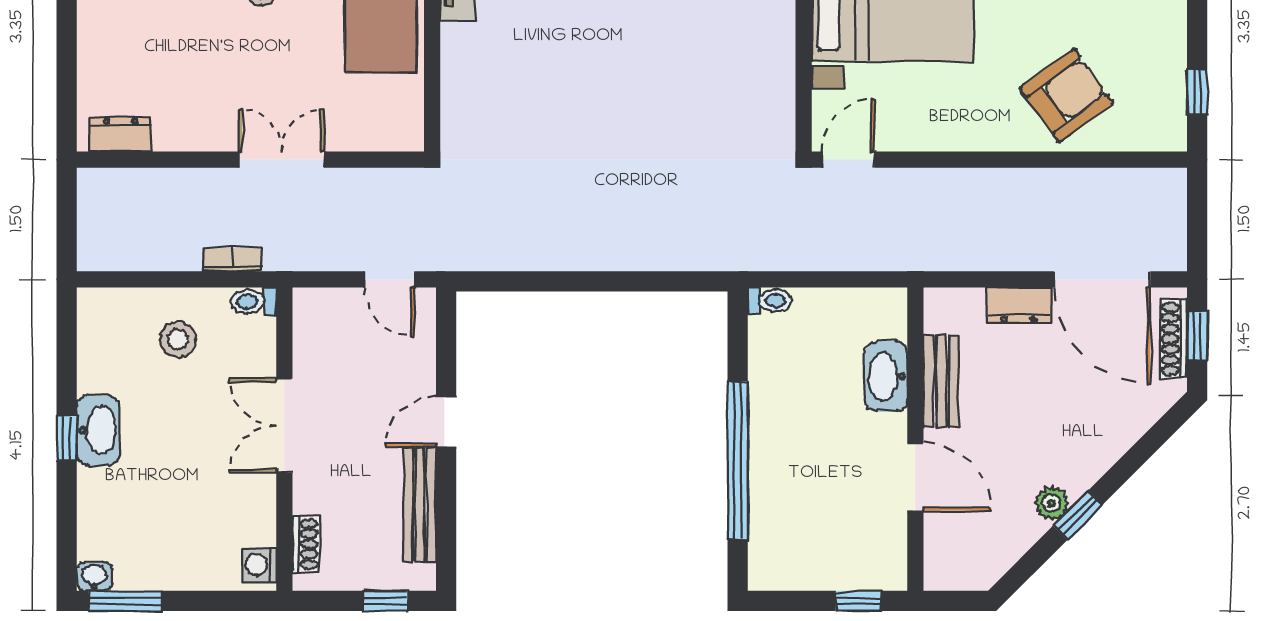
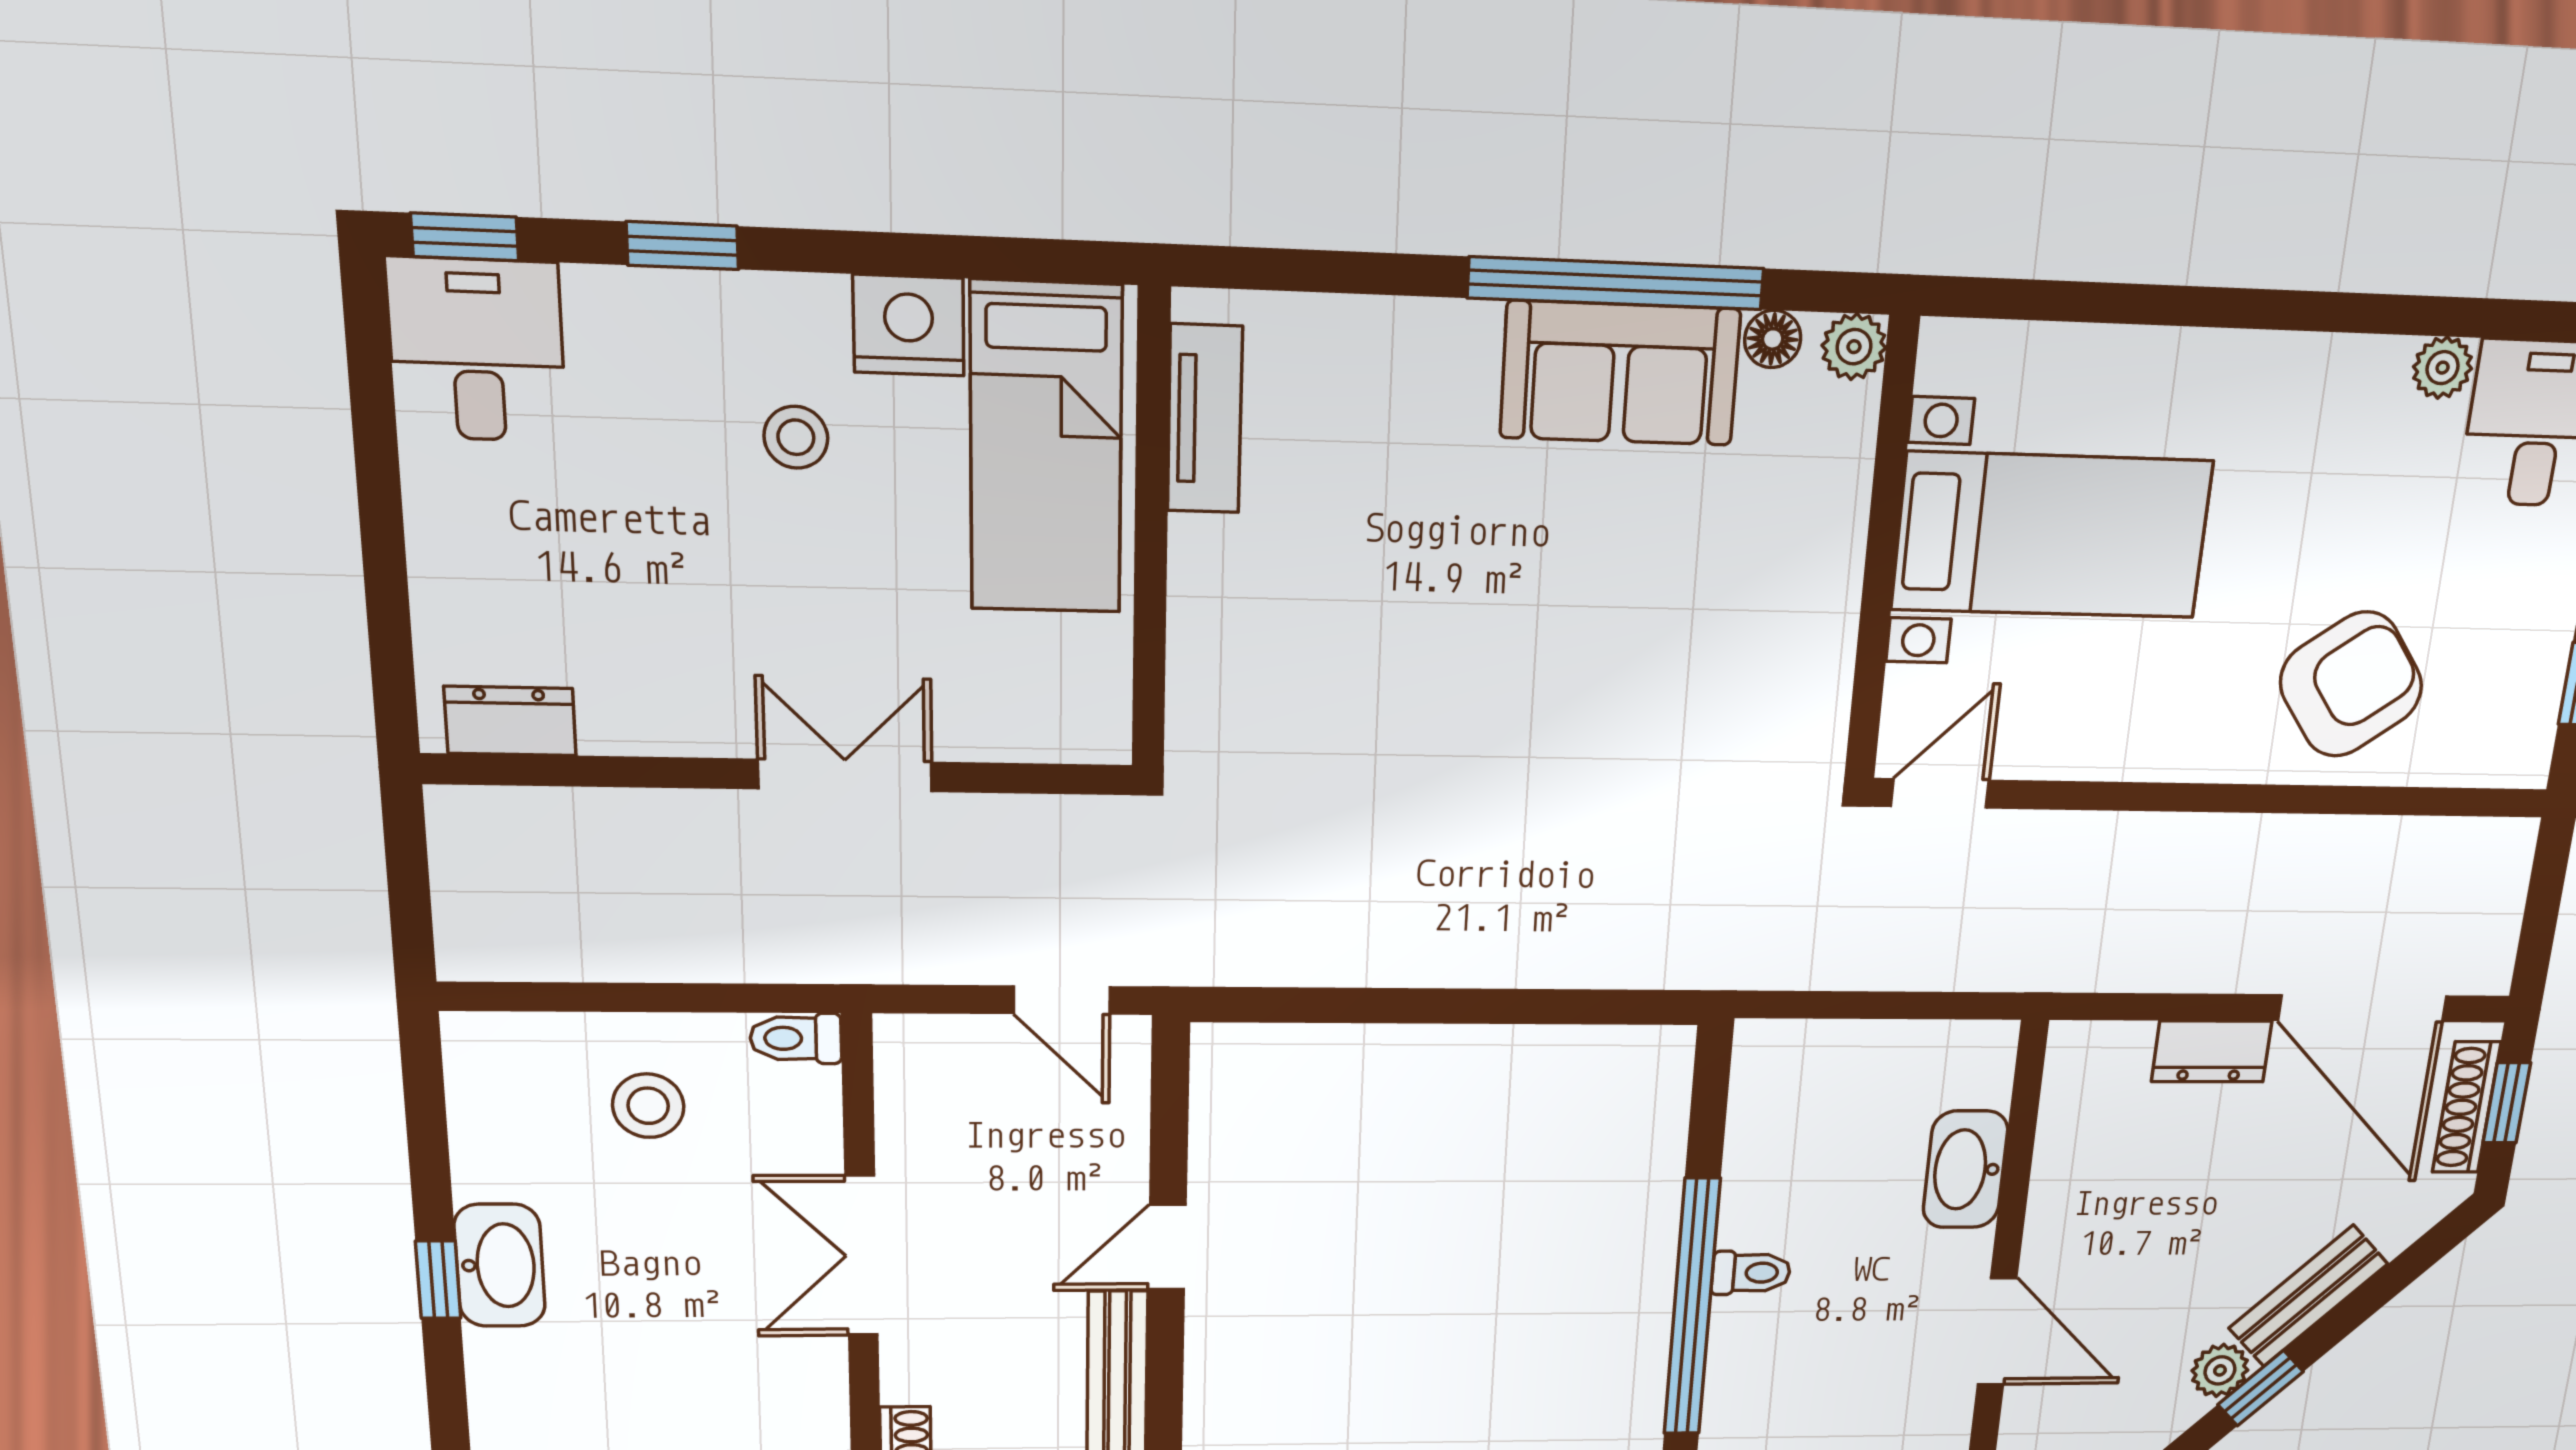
bookcase: (232, 259) -> (751, 962), removed
toilet: (770, 301) -> (1751, 1273), moved
bench: (941, 381) -> (2308, 1296), moved, turned 45

